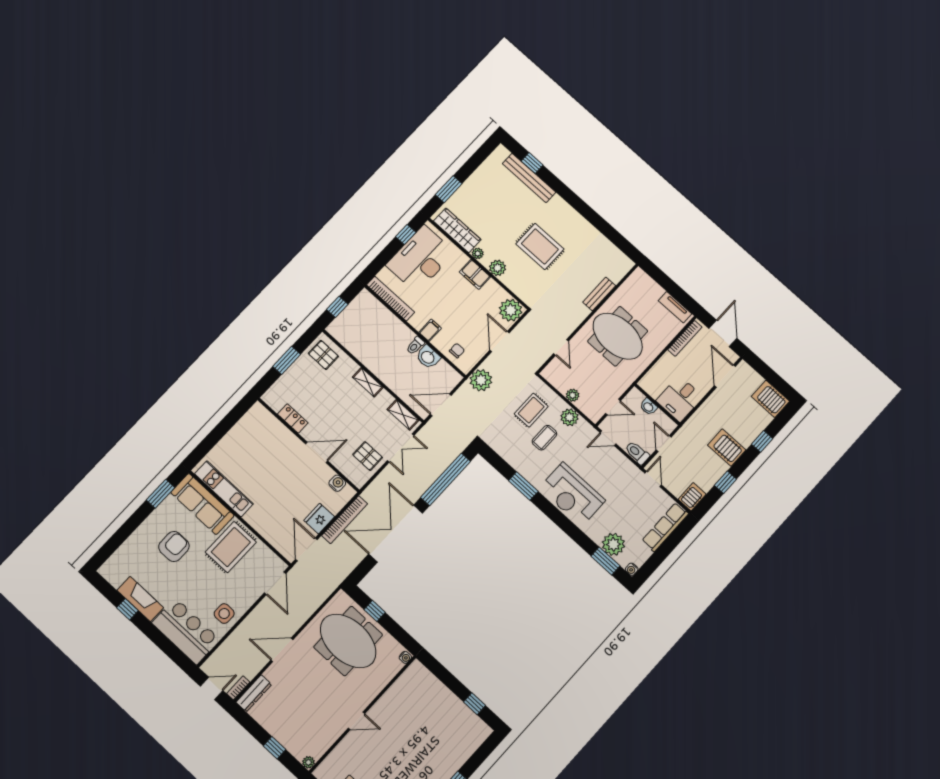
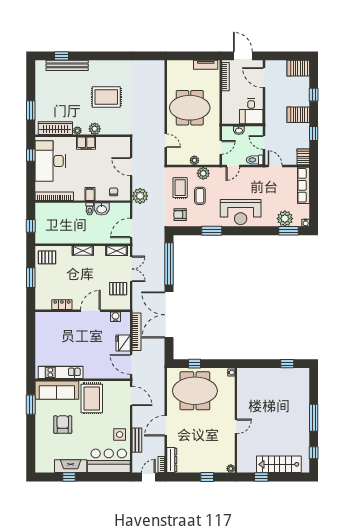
bench: (599, 294) -> (137, 440), moved
plant: (511, 310) -> (122, 145), removed
armchair: (505, 438) -> (180, 215), added

